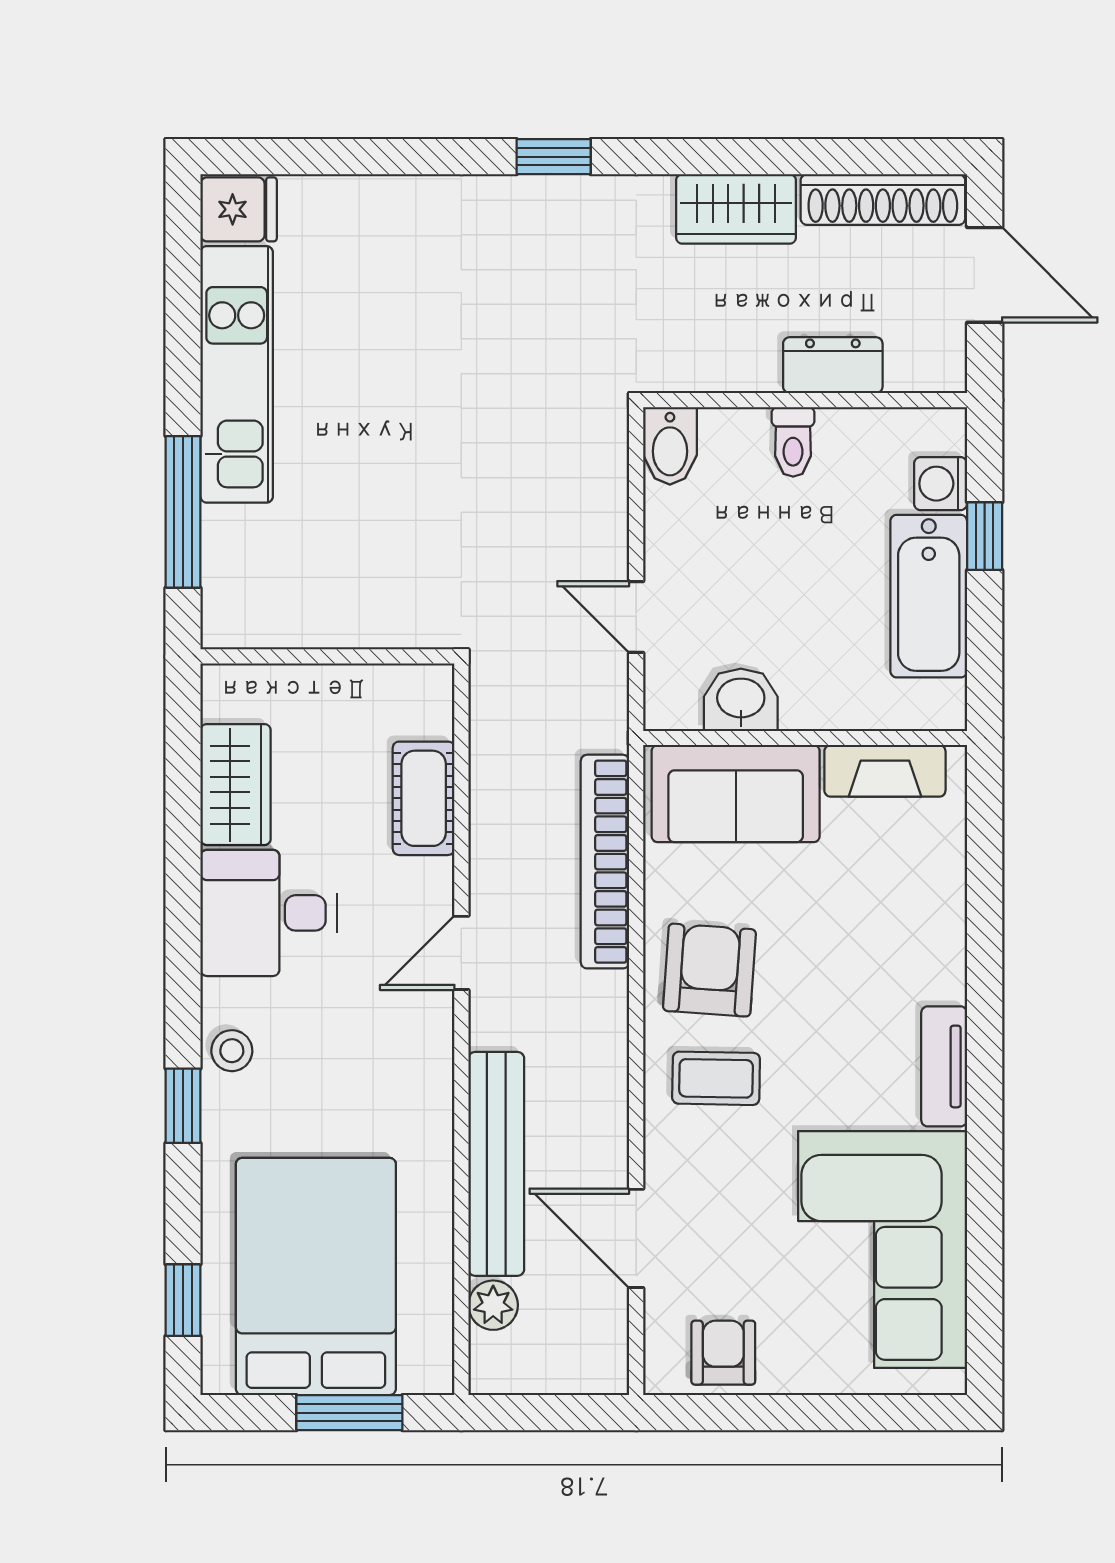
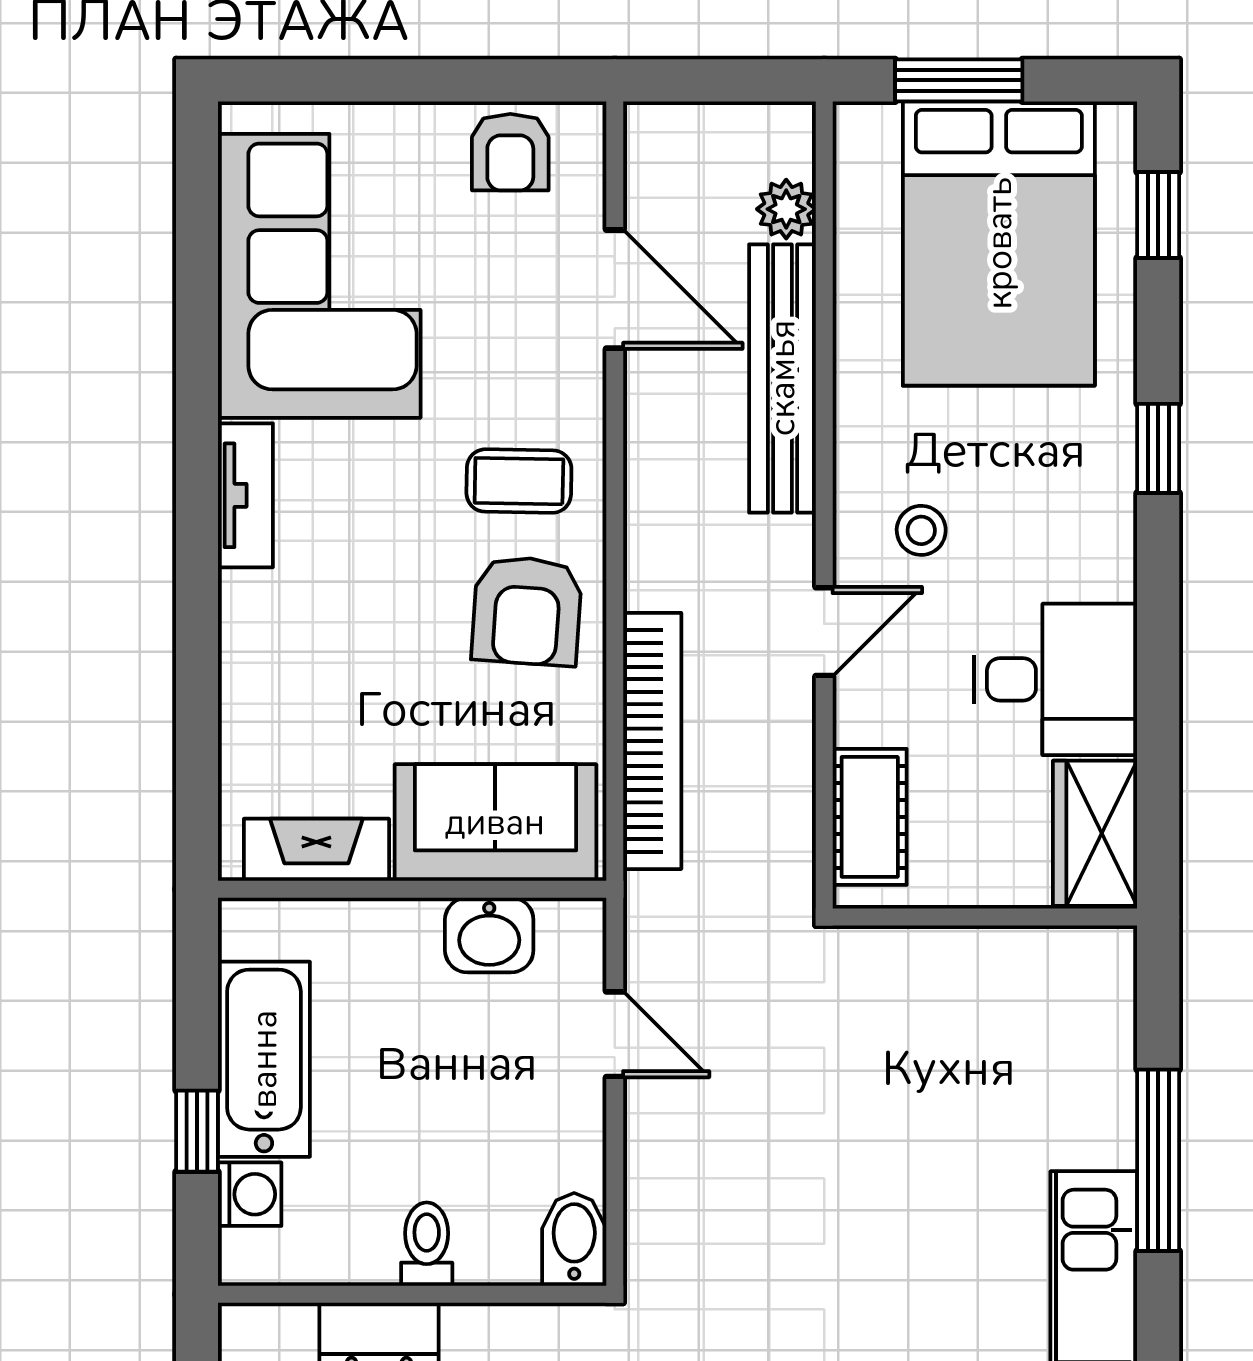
wall: (327, 656) -> (985, 917), moved
stool: (232, 1051) -> (921, 530), moved

